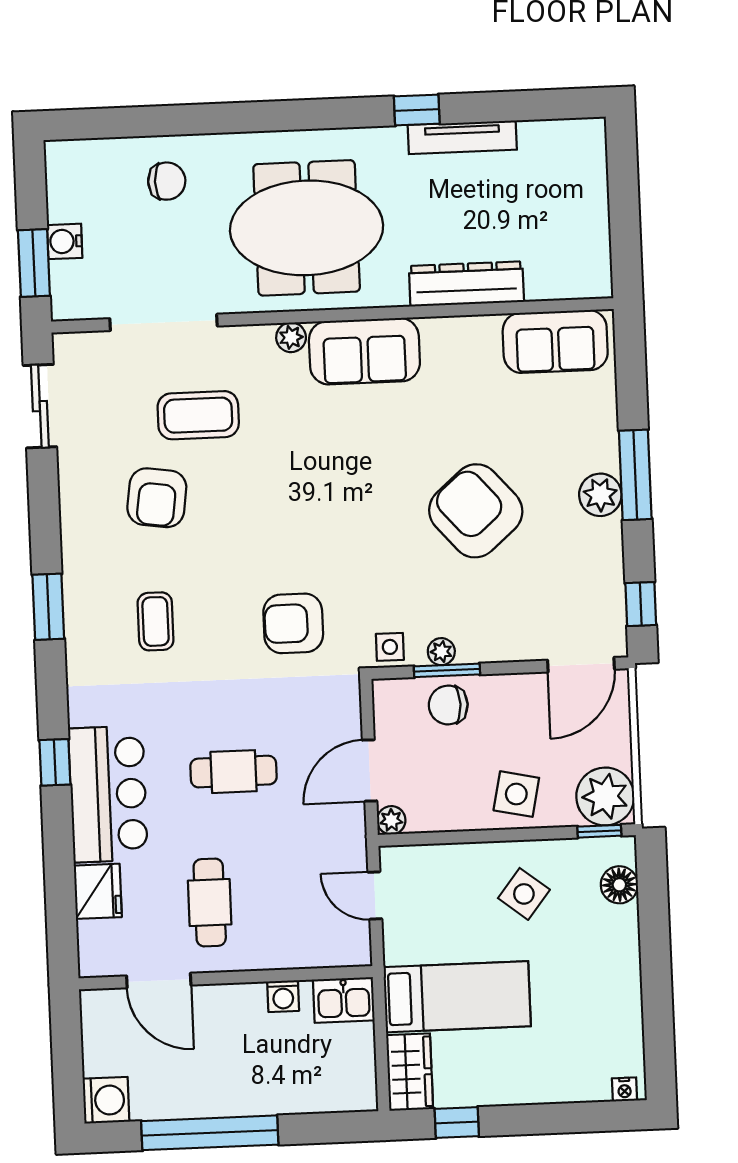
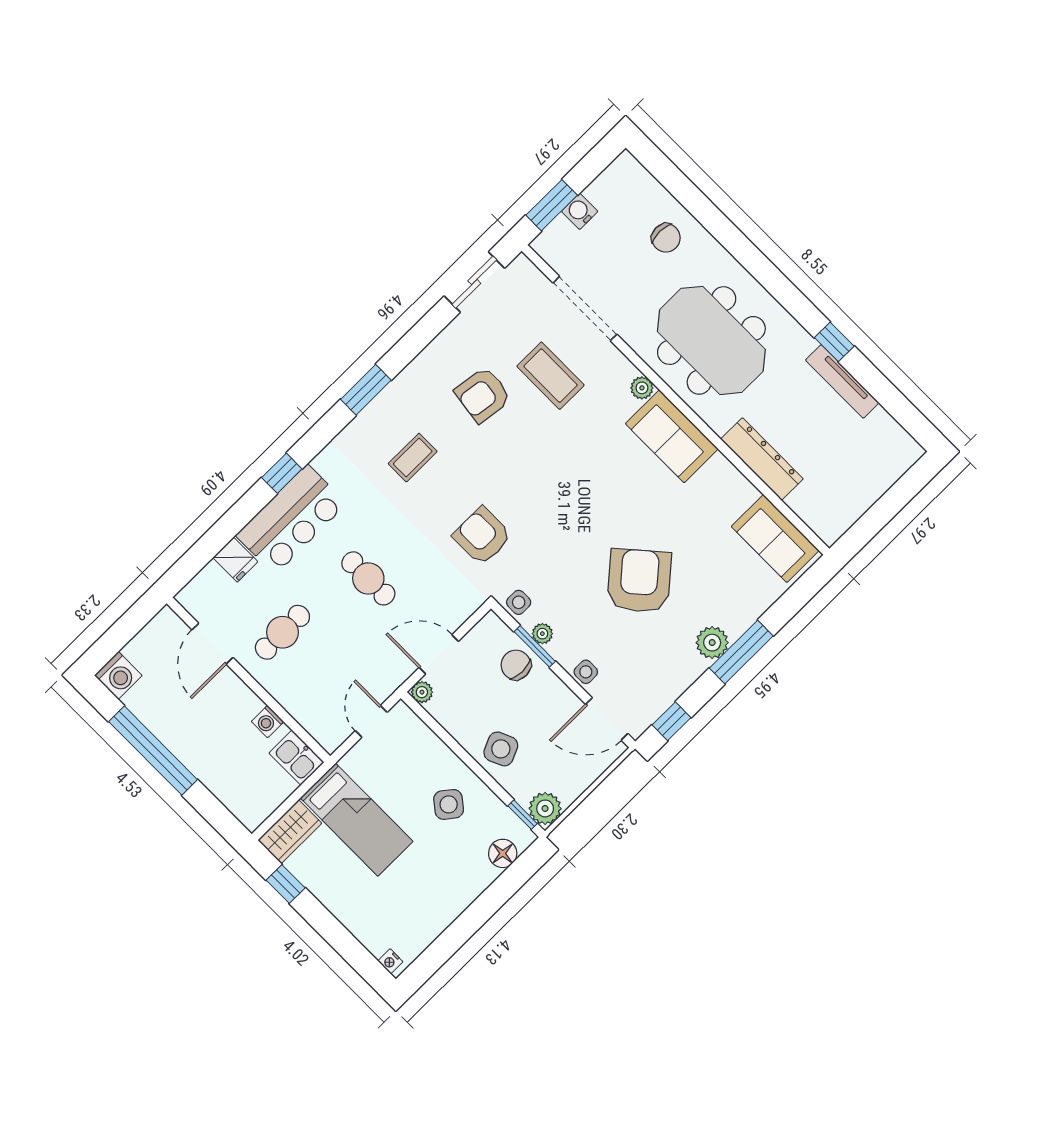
side table: (517, 643) -> (586, 672), added
side table: (516, 794) -> (501, 749), turned -36
plant: (605, 796) -> (545, 808), width x0.73, depth x0.73
fridge: (98, 891) -> (235, 560), width x0.72

